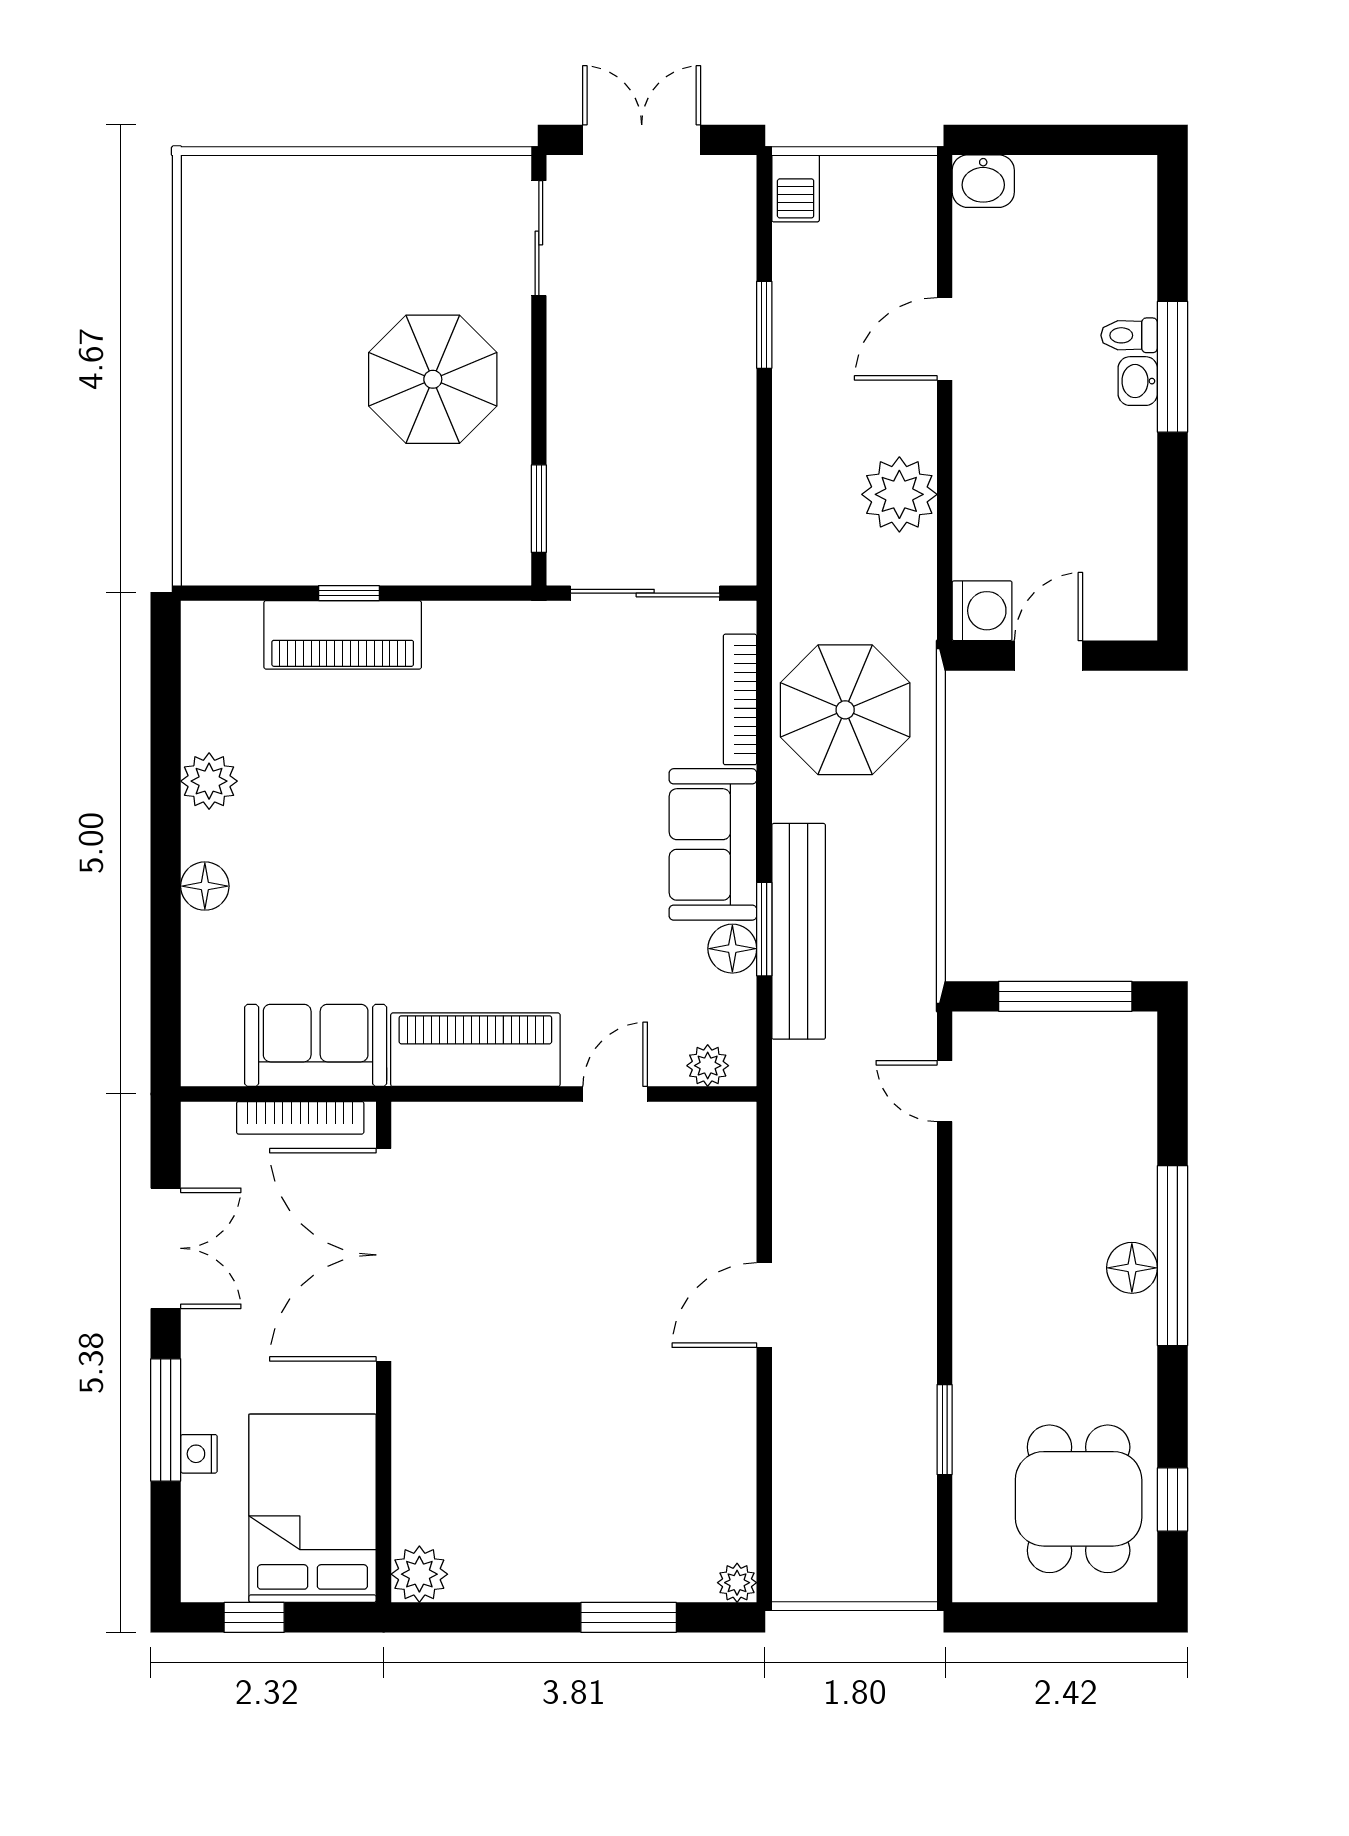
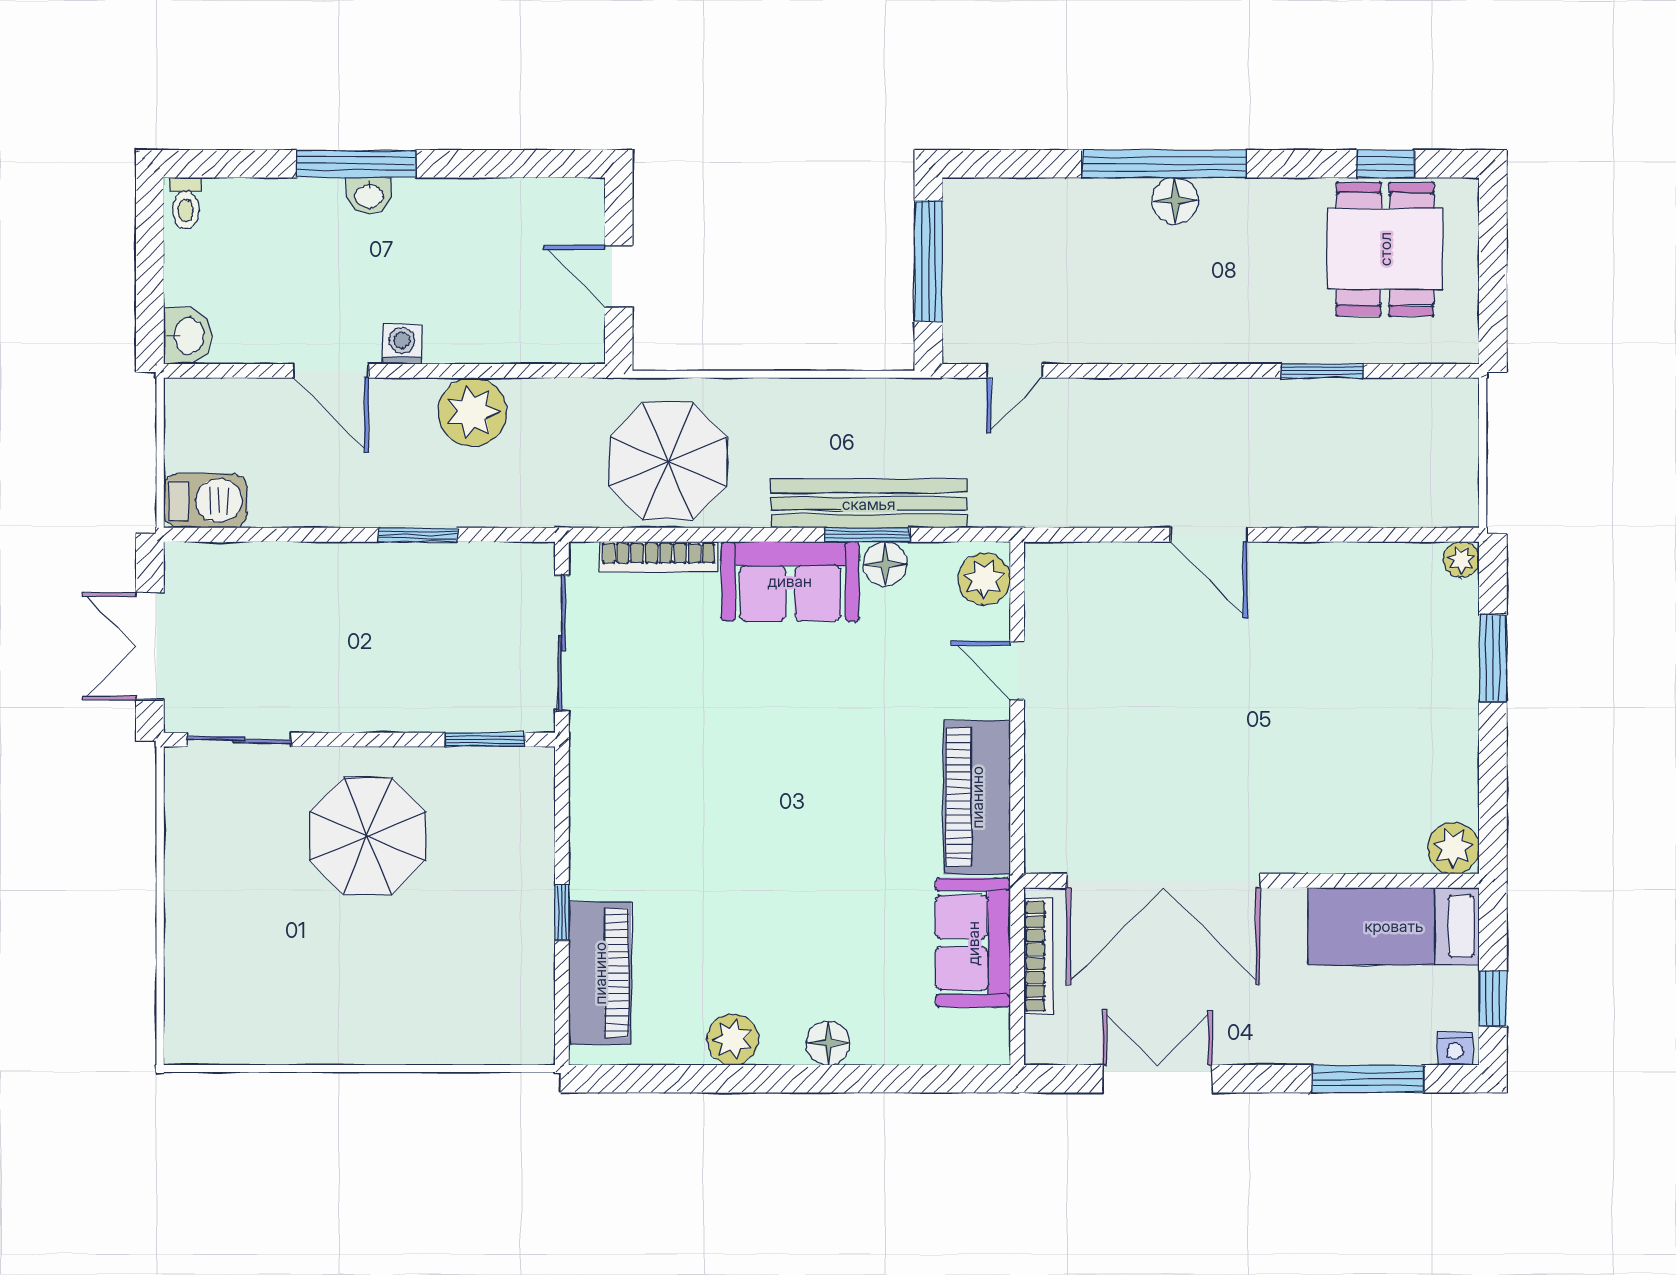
barbecue: (796, 188) -> (206, 501), width x1.38, depth x1.27
window: (764, 325) -> (418, 535), moved
toilet: (1129, 335) -> (186, 203), moved
washing machine: (982, 611) -> (402, 344), moved, width x0.73, depth x0.73
piano: (343, 635) -> (600, 973), moved
plant: (708, 1066) -> (984, 579), width x1.38, depth x1.38
window: (166, 1420) -> (1368, 1079), moved
nightstand: (199, 1454) -> (1455, 1049), moved
dining table: (1079, 1499) -> (1385, 249), turned 90
bed: (312, 1508) -> (1394, 926), width x0.67

